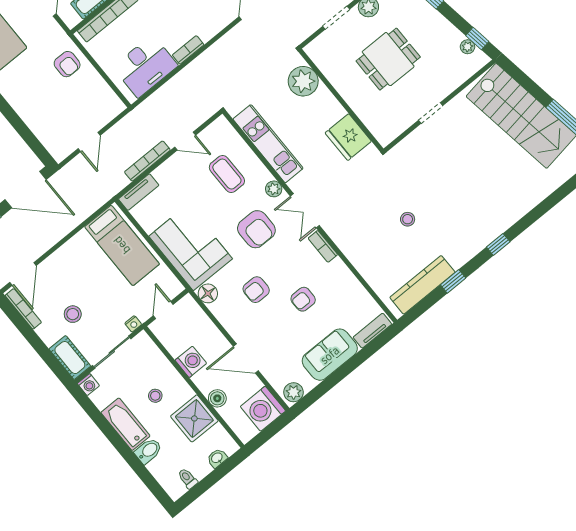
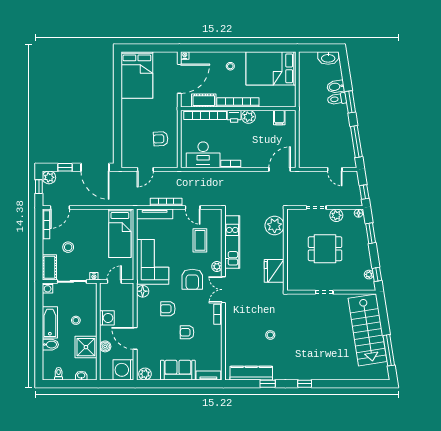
armchair: (67, 64) -> (161, 139), moved, turned 87
tv unit: (139, 192) -> (155, 214), width x1.41

